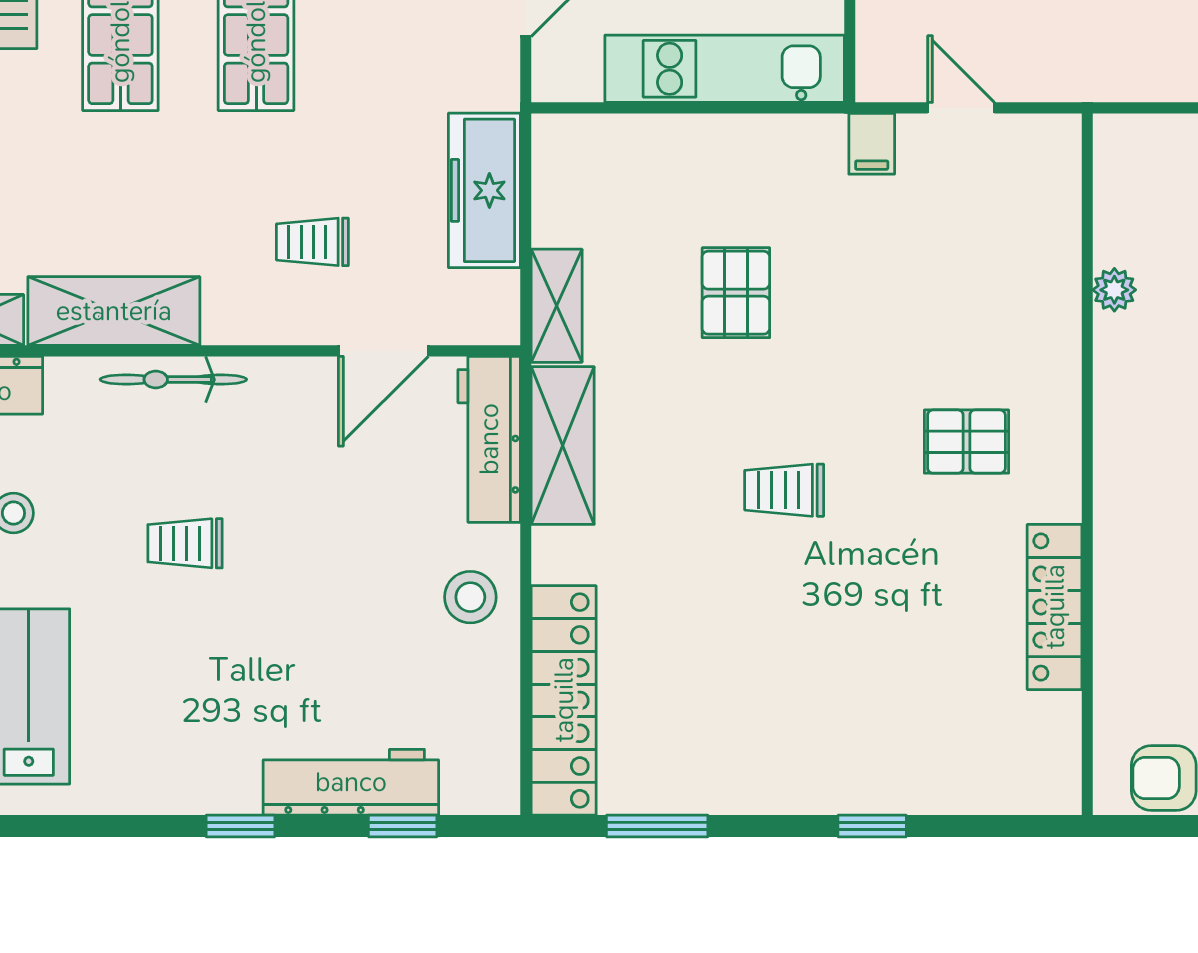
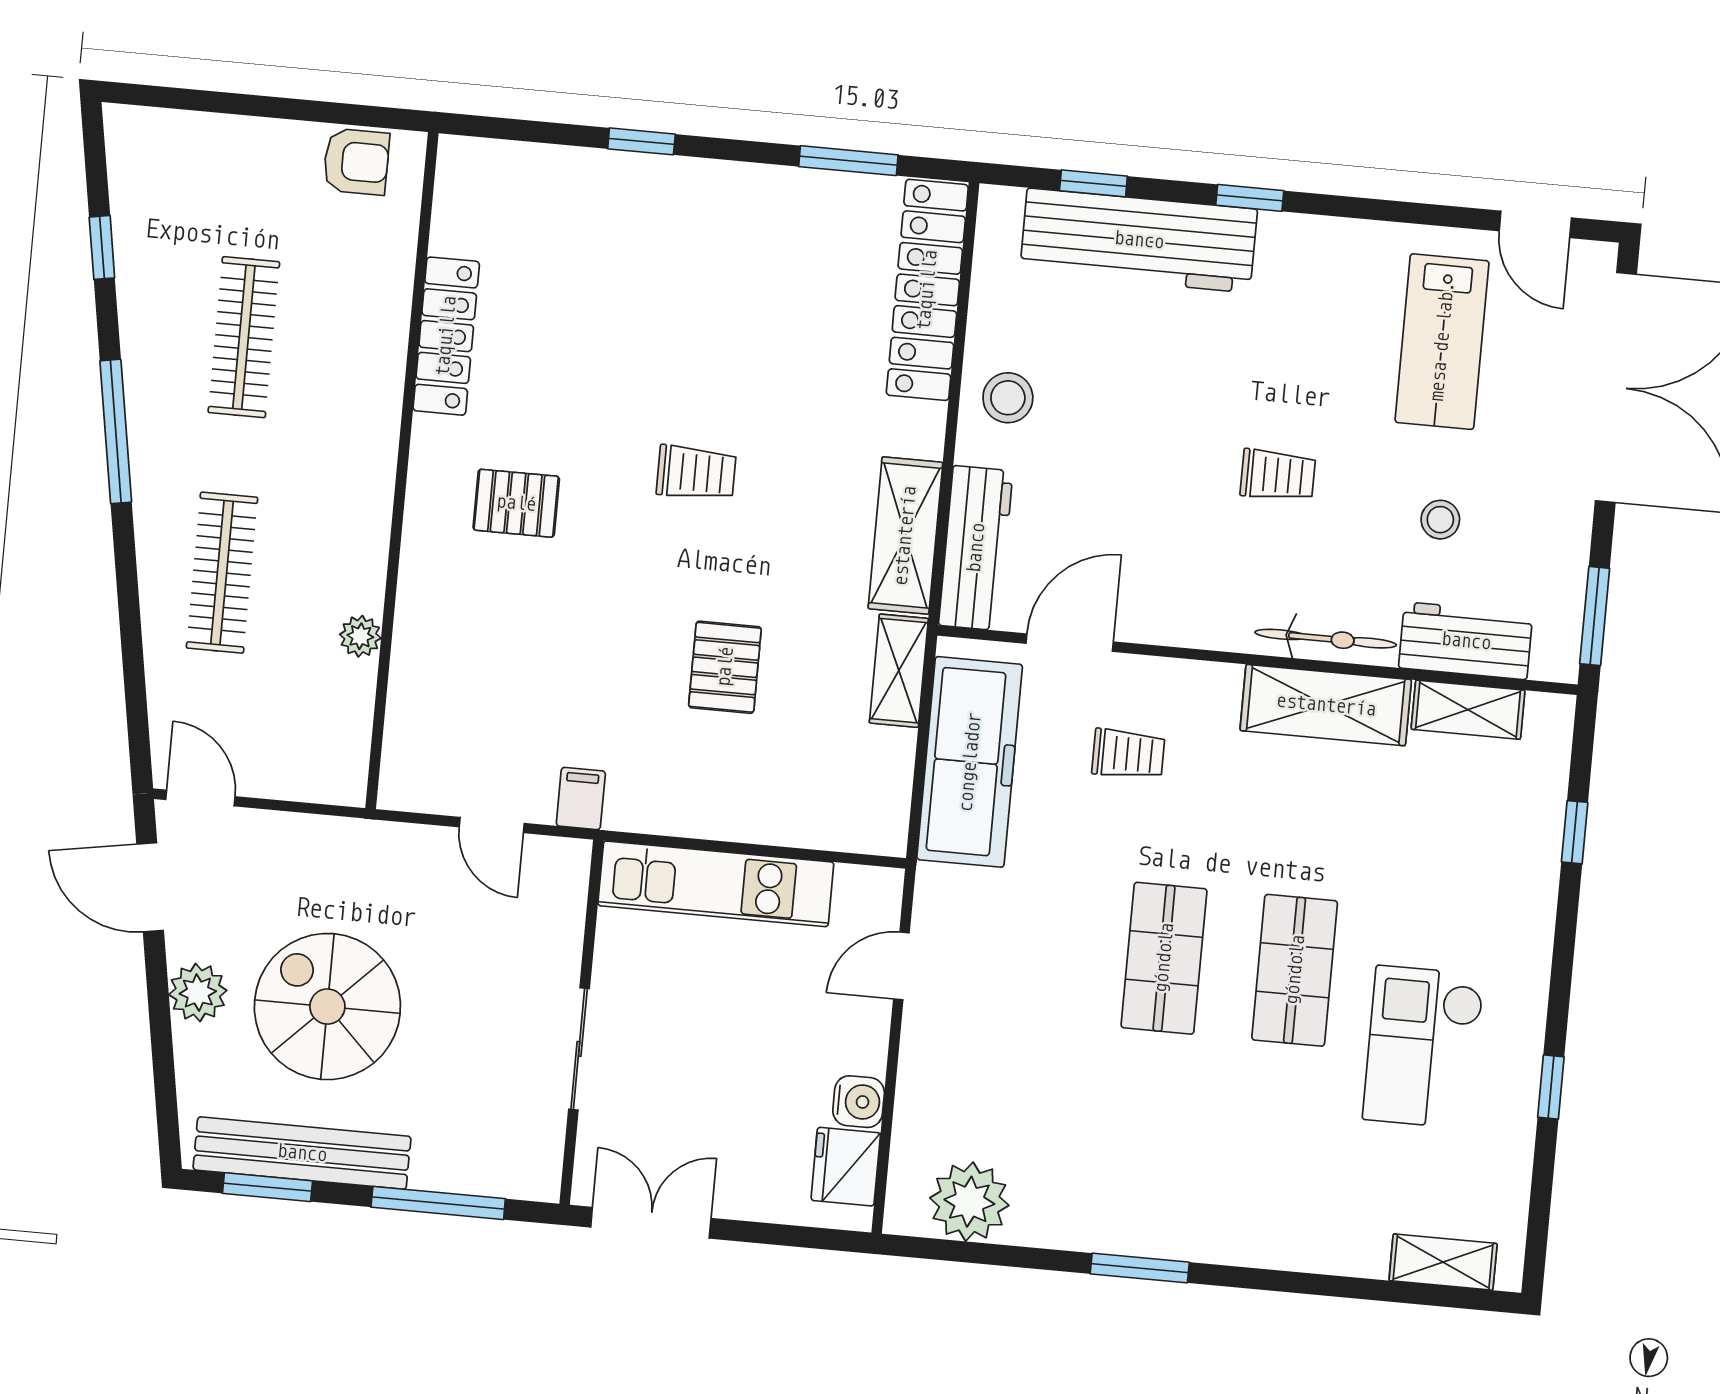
freezer: (484, 190) -> (970, 762), width x1.36, depth x1.26
bicycle: (173, 380) -> (1326, 639), moved
workbench: (351, 782) -> (1139, 240), width x1.36, depth x1.32

